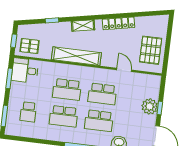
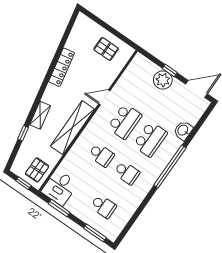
shelving: (83, 26) -> (40, 115), moved
pallet: (151, 50) -> (106, 49), width x0.67, depth x0.71
door: (124, 70) -> (104, 97), moved
school desk: (67, 89) -> (101, 155), width x0.54
school desk: (64, 116) -> (127, 173), width x0.54

